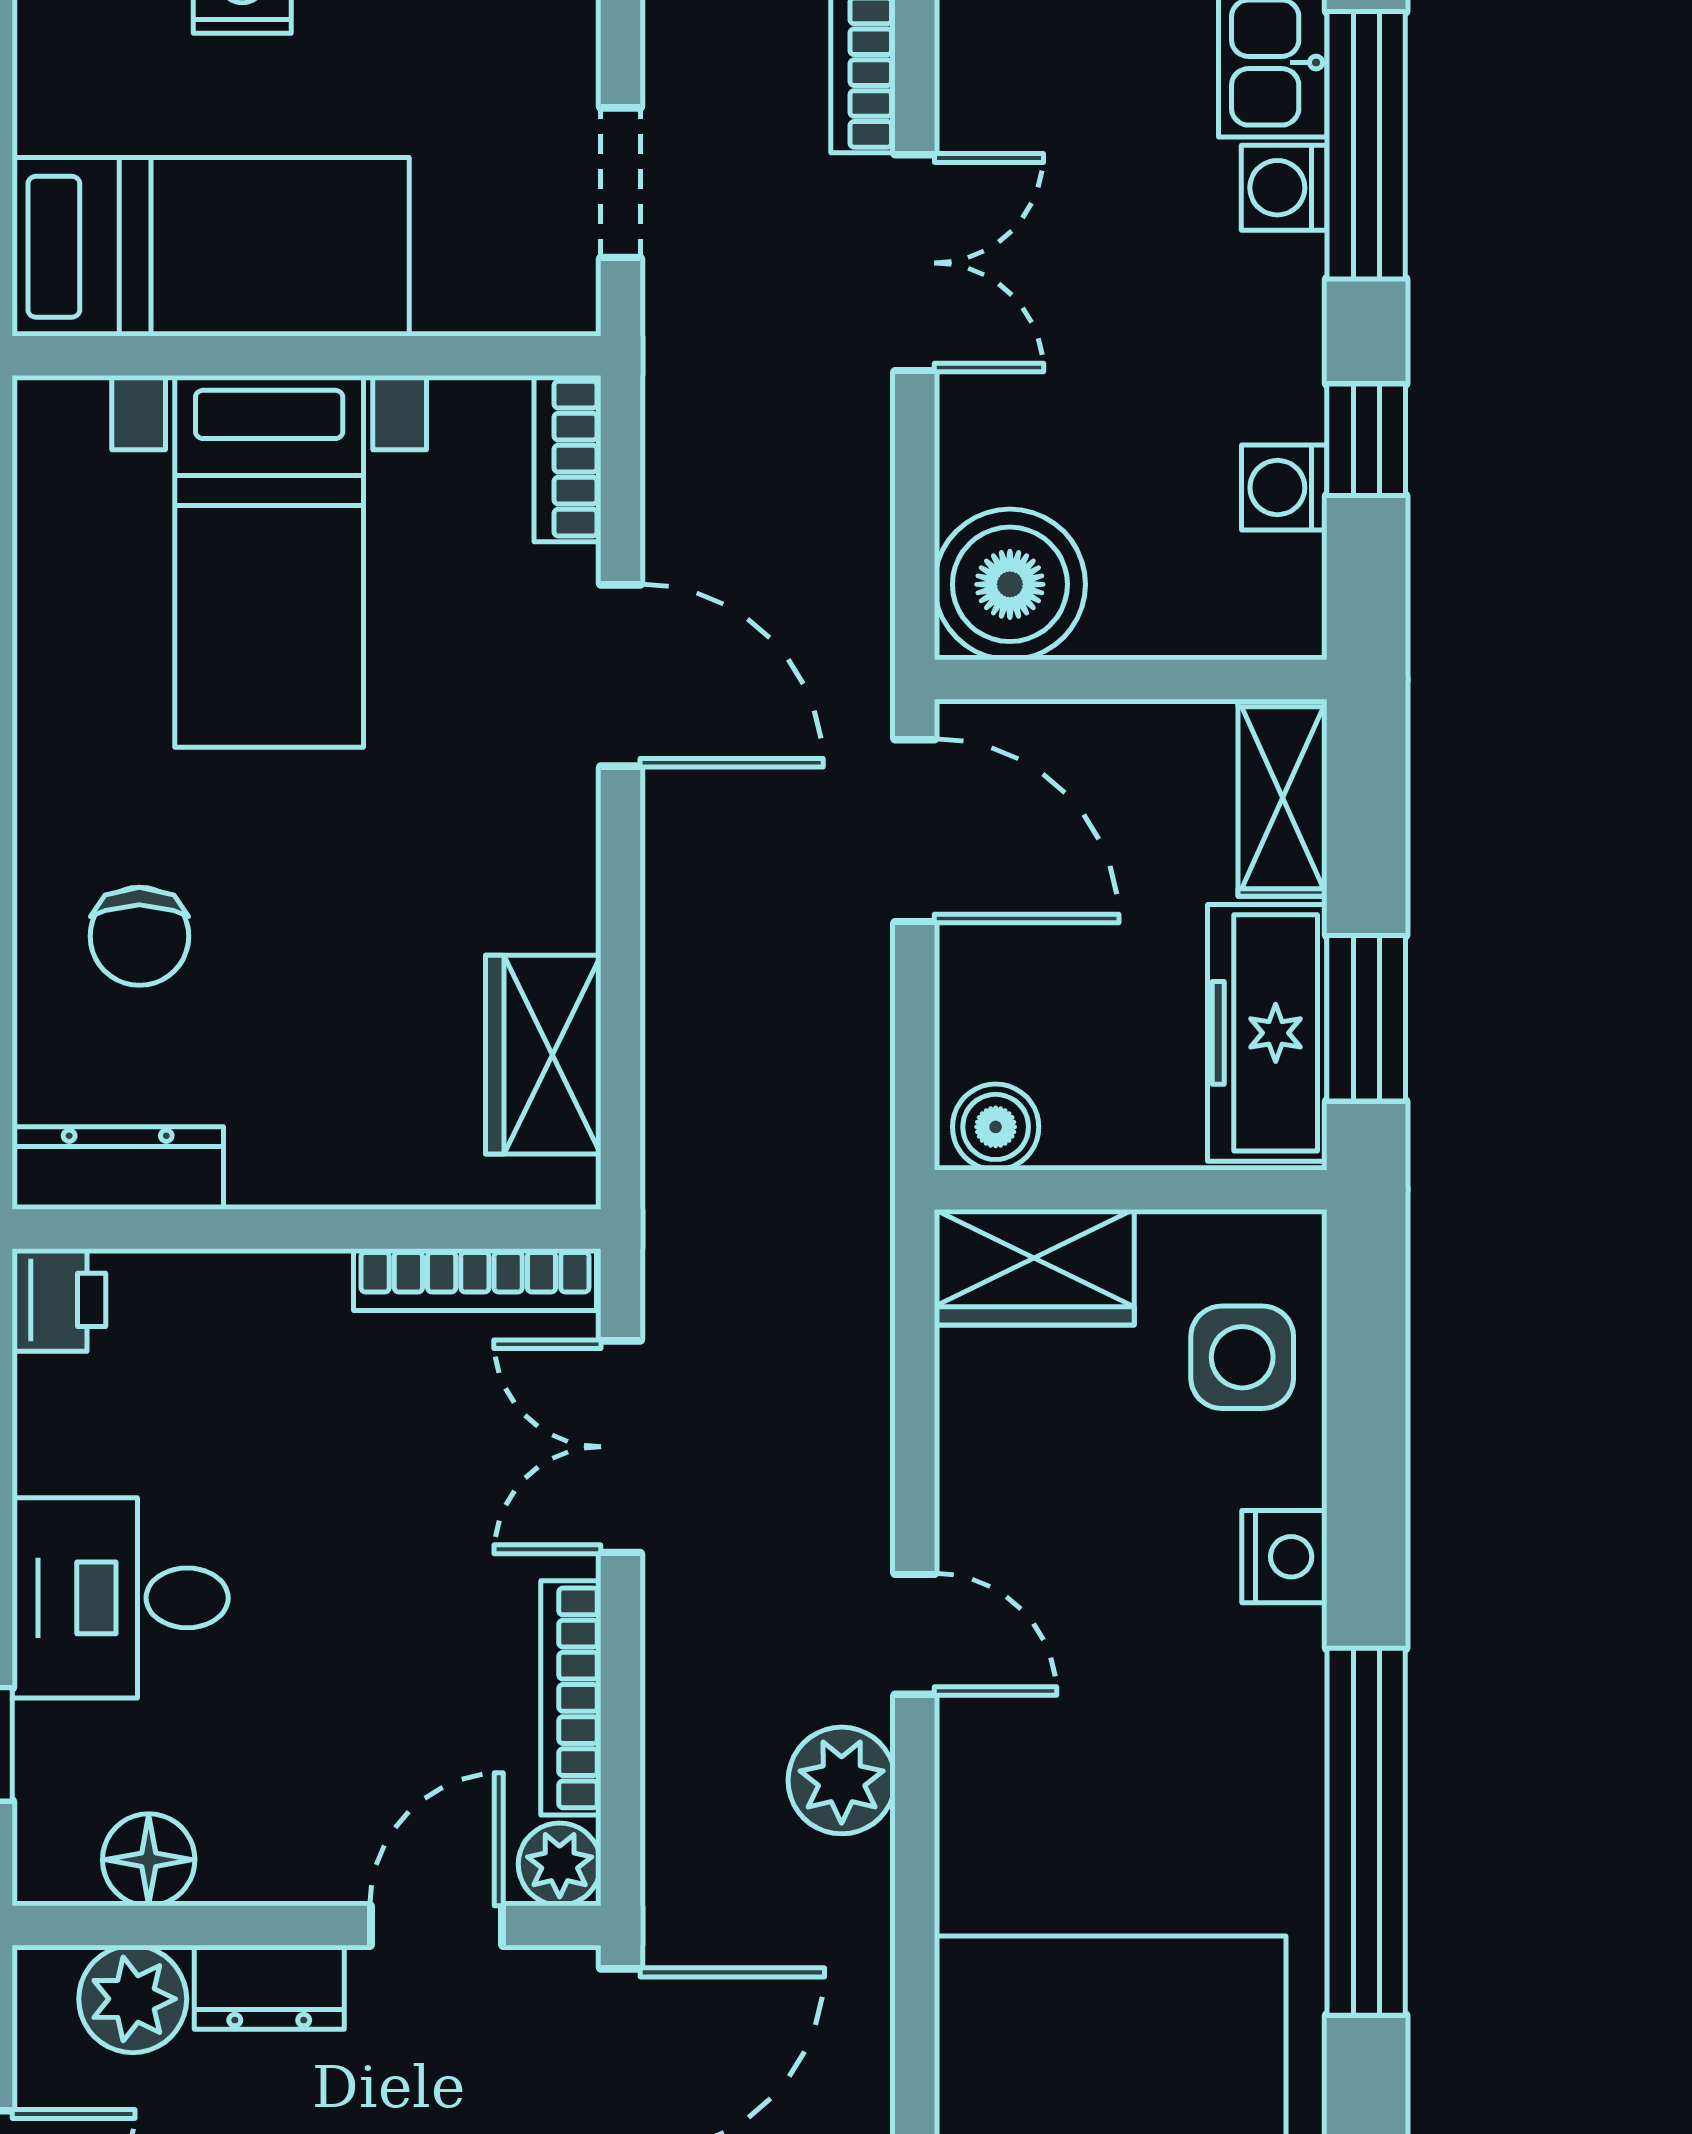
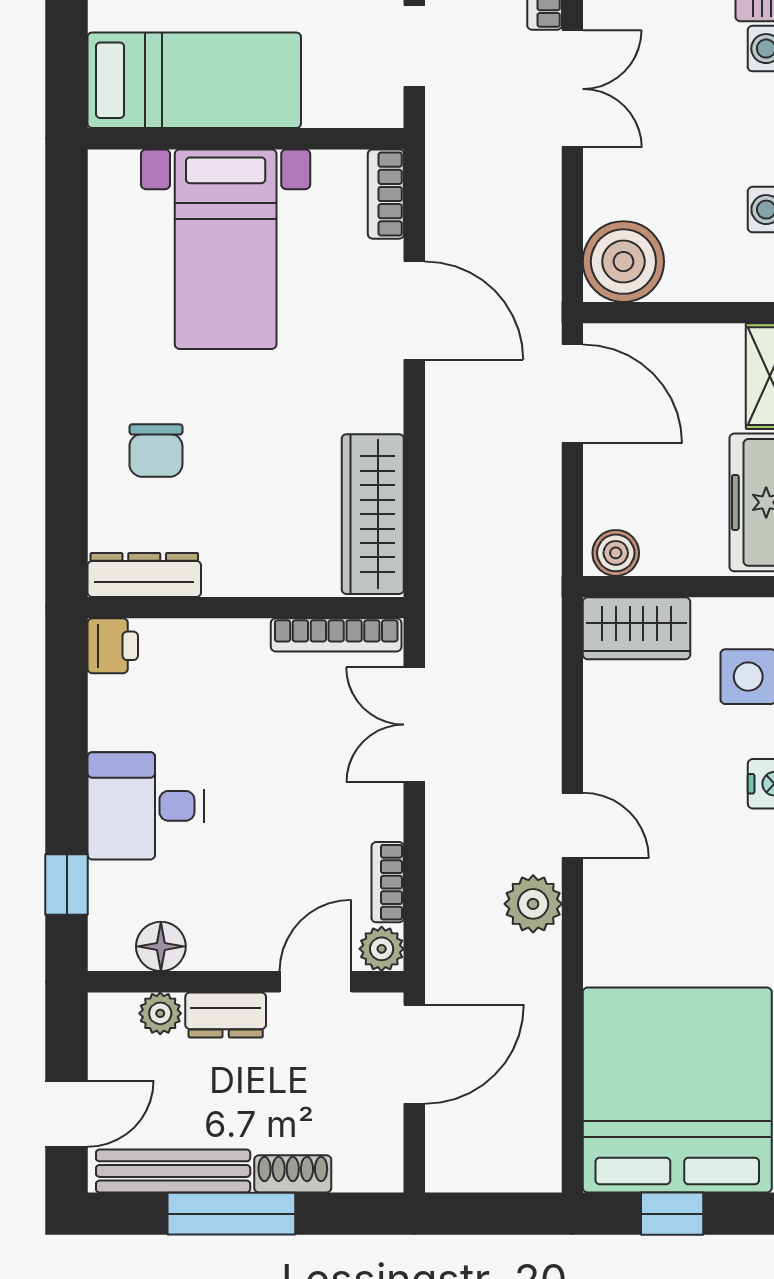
wardrobe: (543, 1055) -> (373, 514), width x1.50
bookcase: (571, 1698) -> (388, 882), width x0.64
plant: (133, 1999) -> (160, 1013), width x0.73, depth x0.73

